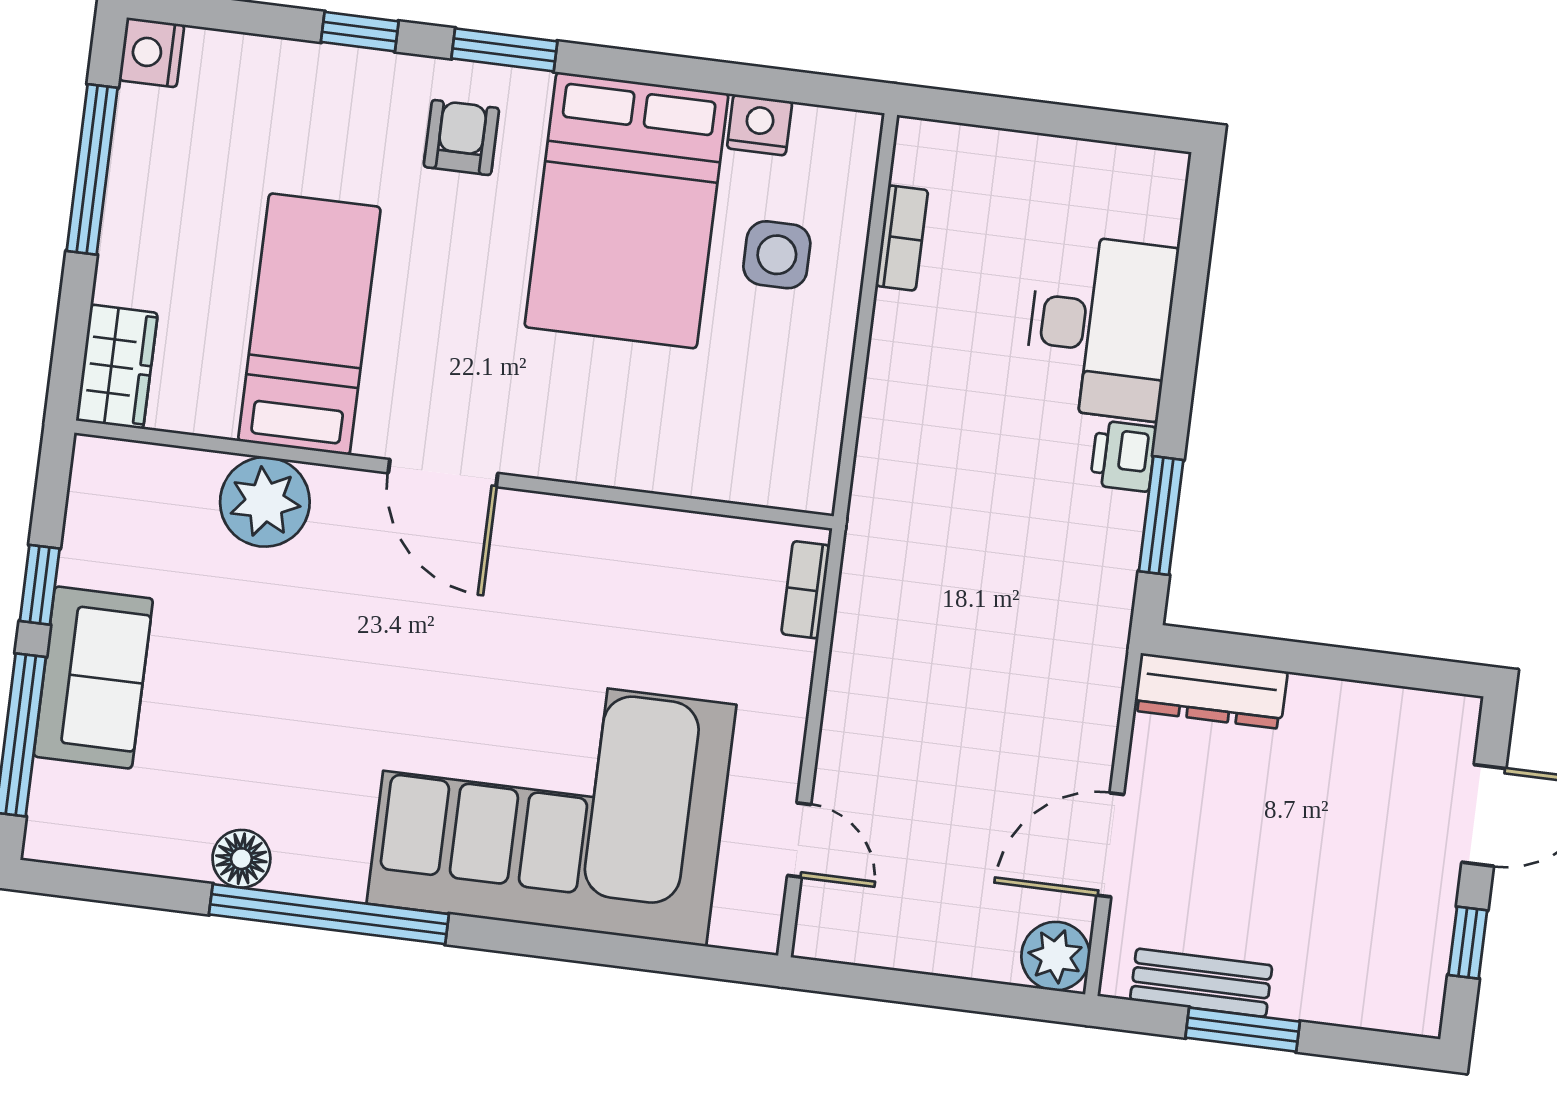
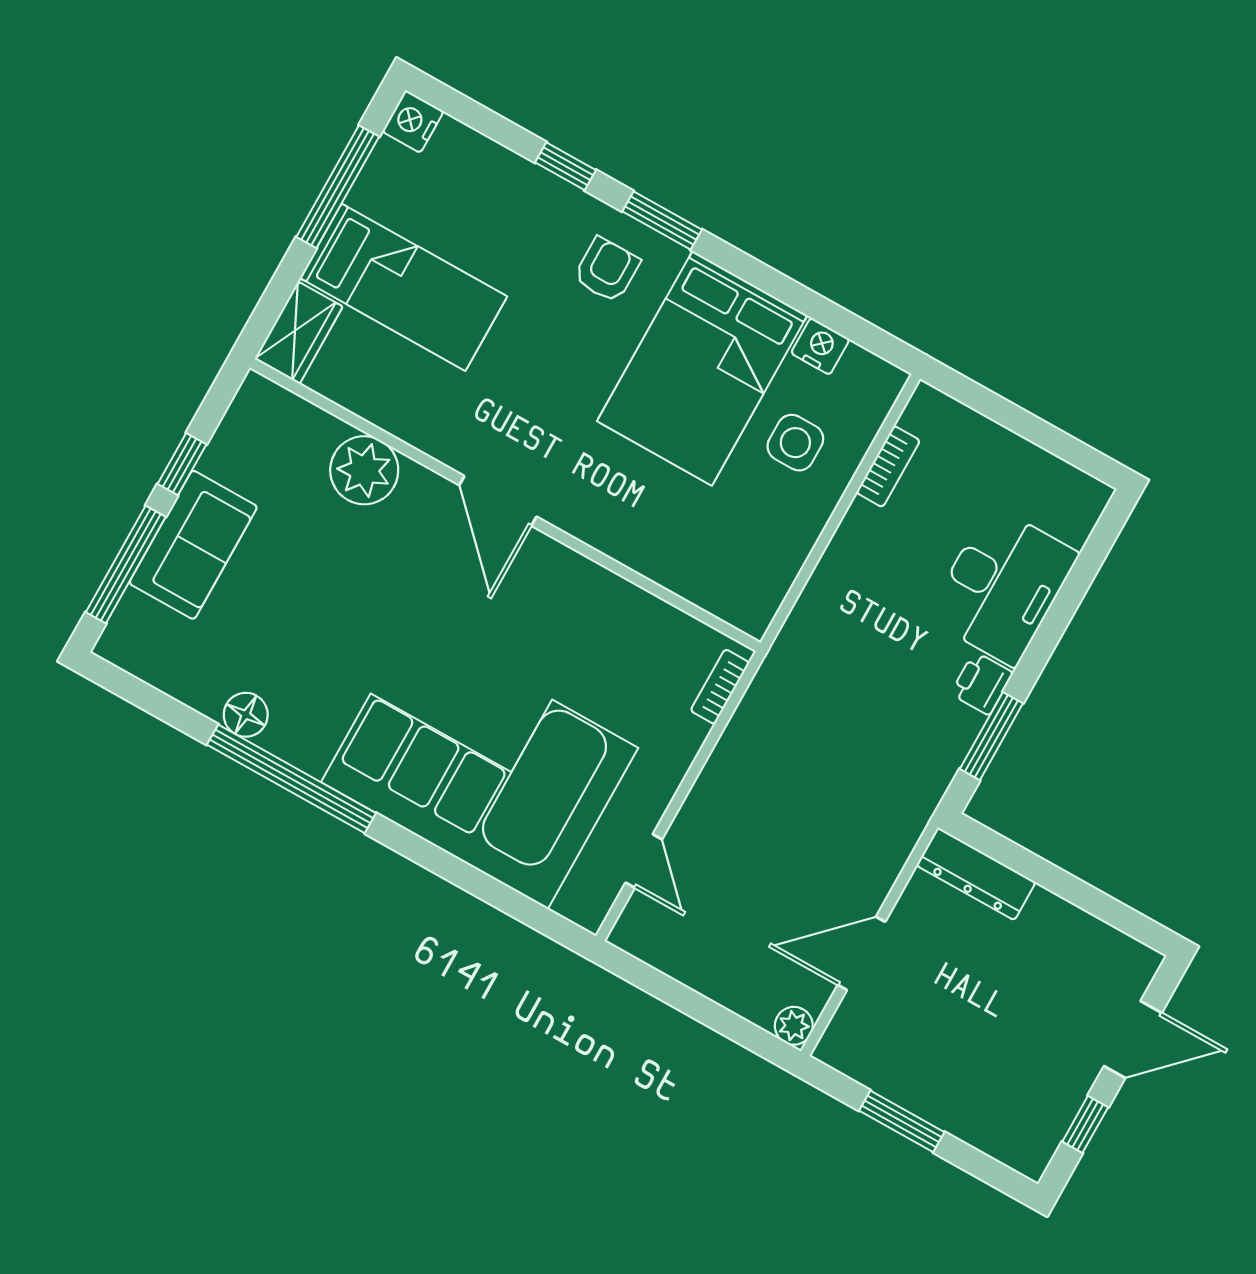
bed: (309, 324) -> (403, 287), moved, turned 90
plant: (1056, 956) -> (794, 1026), width x0.73, depth x0.73
bench: (1201, 983) -> (886, 1076), removed

